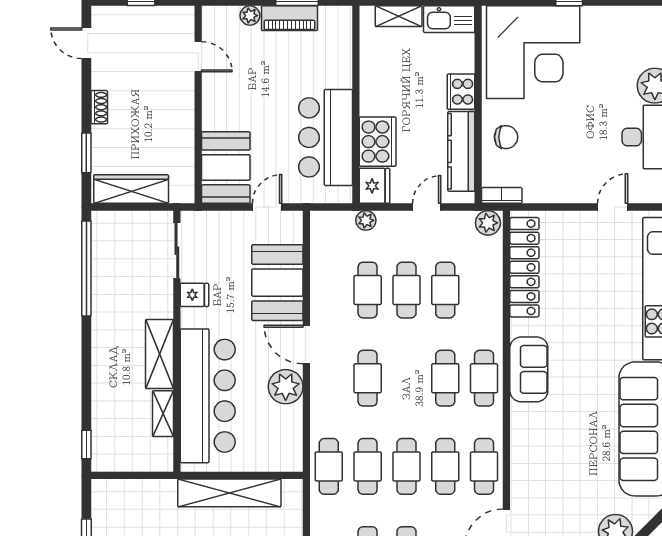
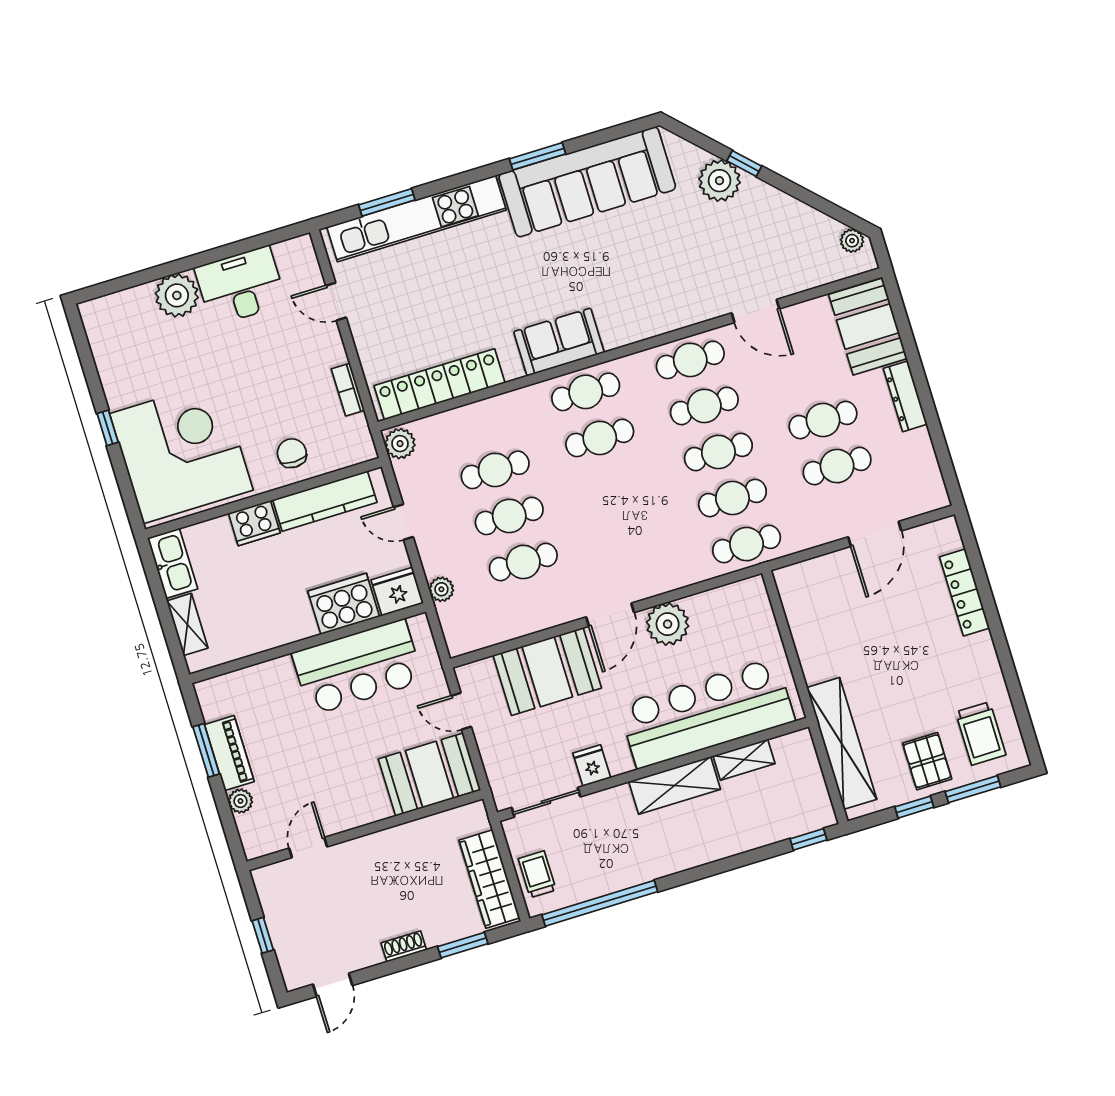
bookcase: (502, 195) -> (348, 390), moved
trolley: (123, 227) -> (537, 874), added
cafe table: (368, 378) -> (628, 530), removed
shelving: (229, 493) -> (842, 743), moved

